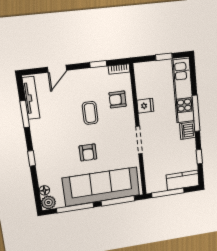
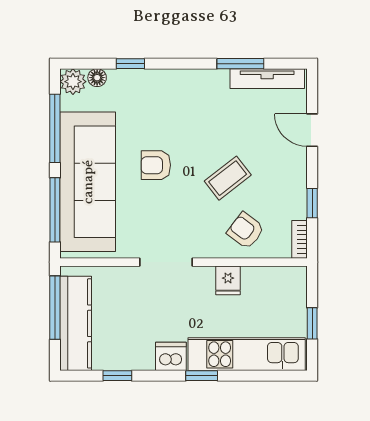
armchair: (118, 100) -> (246, 231), turned -53
coffee table: (90, 113) -> (228, 178), turned -38
window: (196, 113) -> (202, 376), width x0.46
window: (32, 158) -> (130, 64), moved
kitchen counter: (183, 180) -> (76, 323), width x1.50

